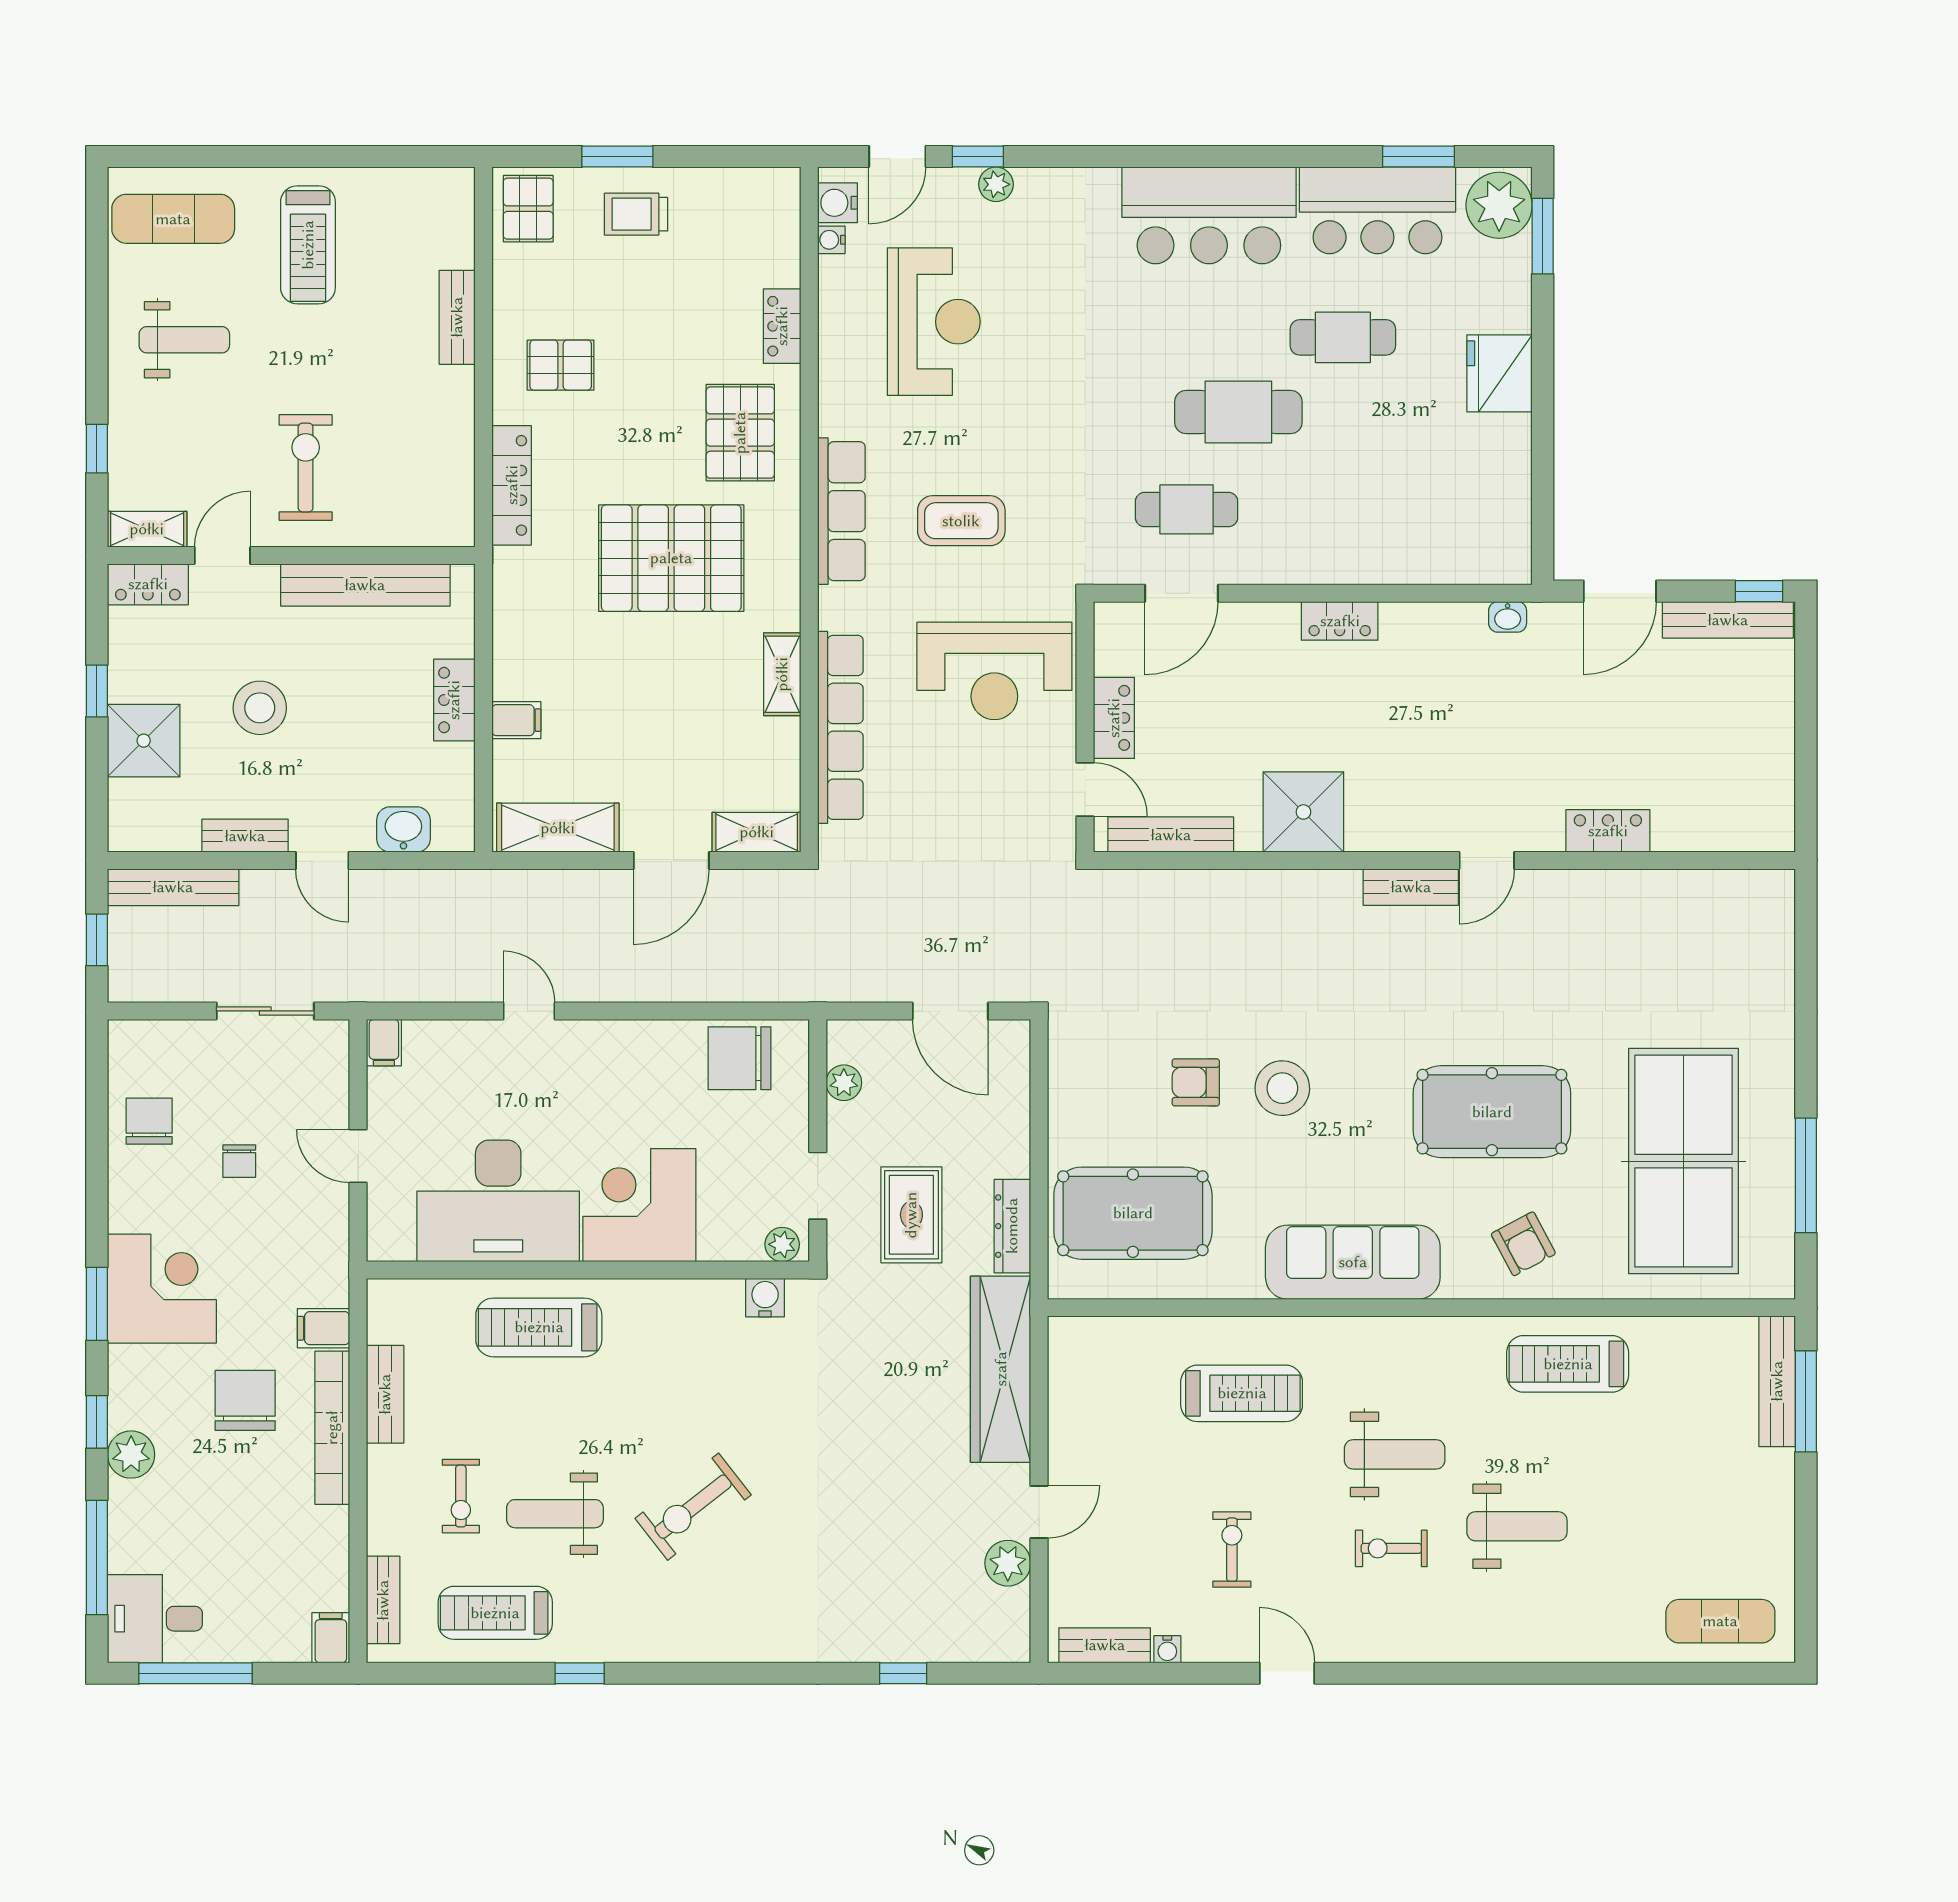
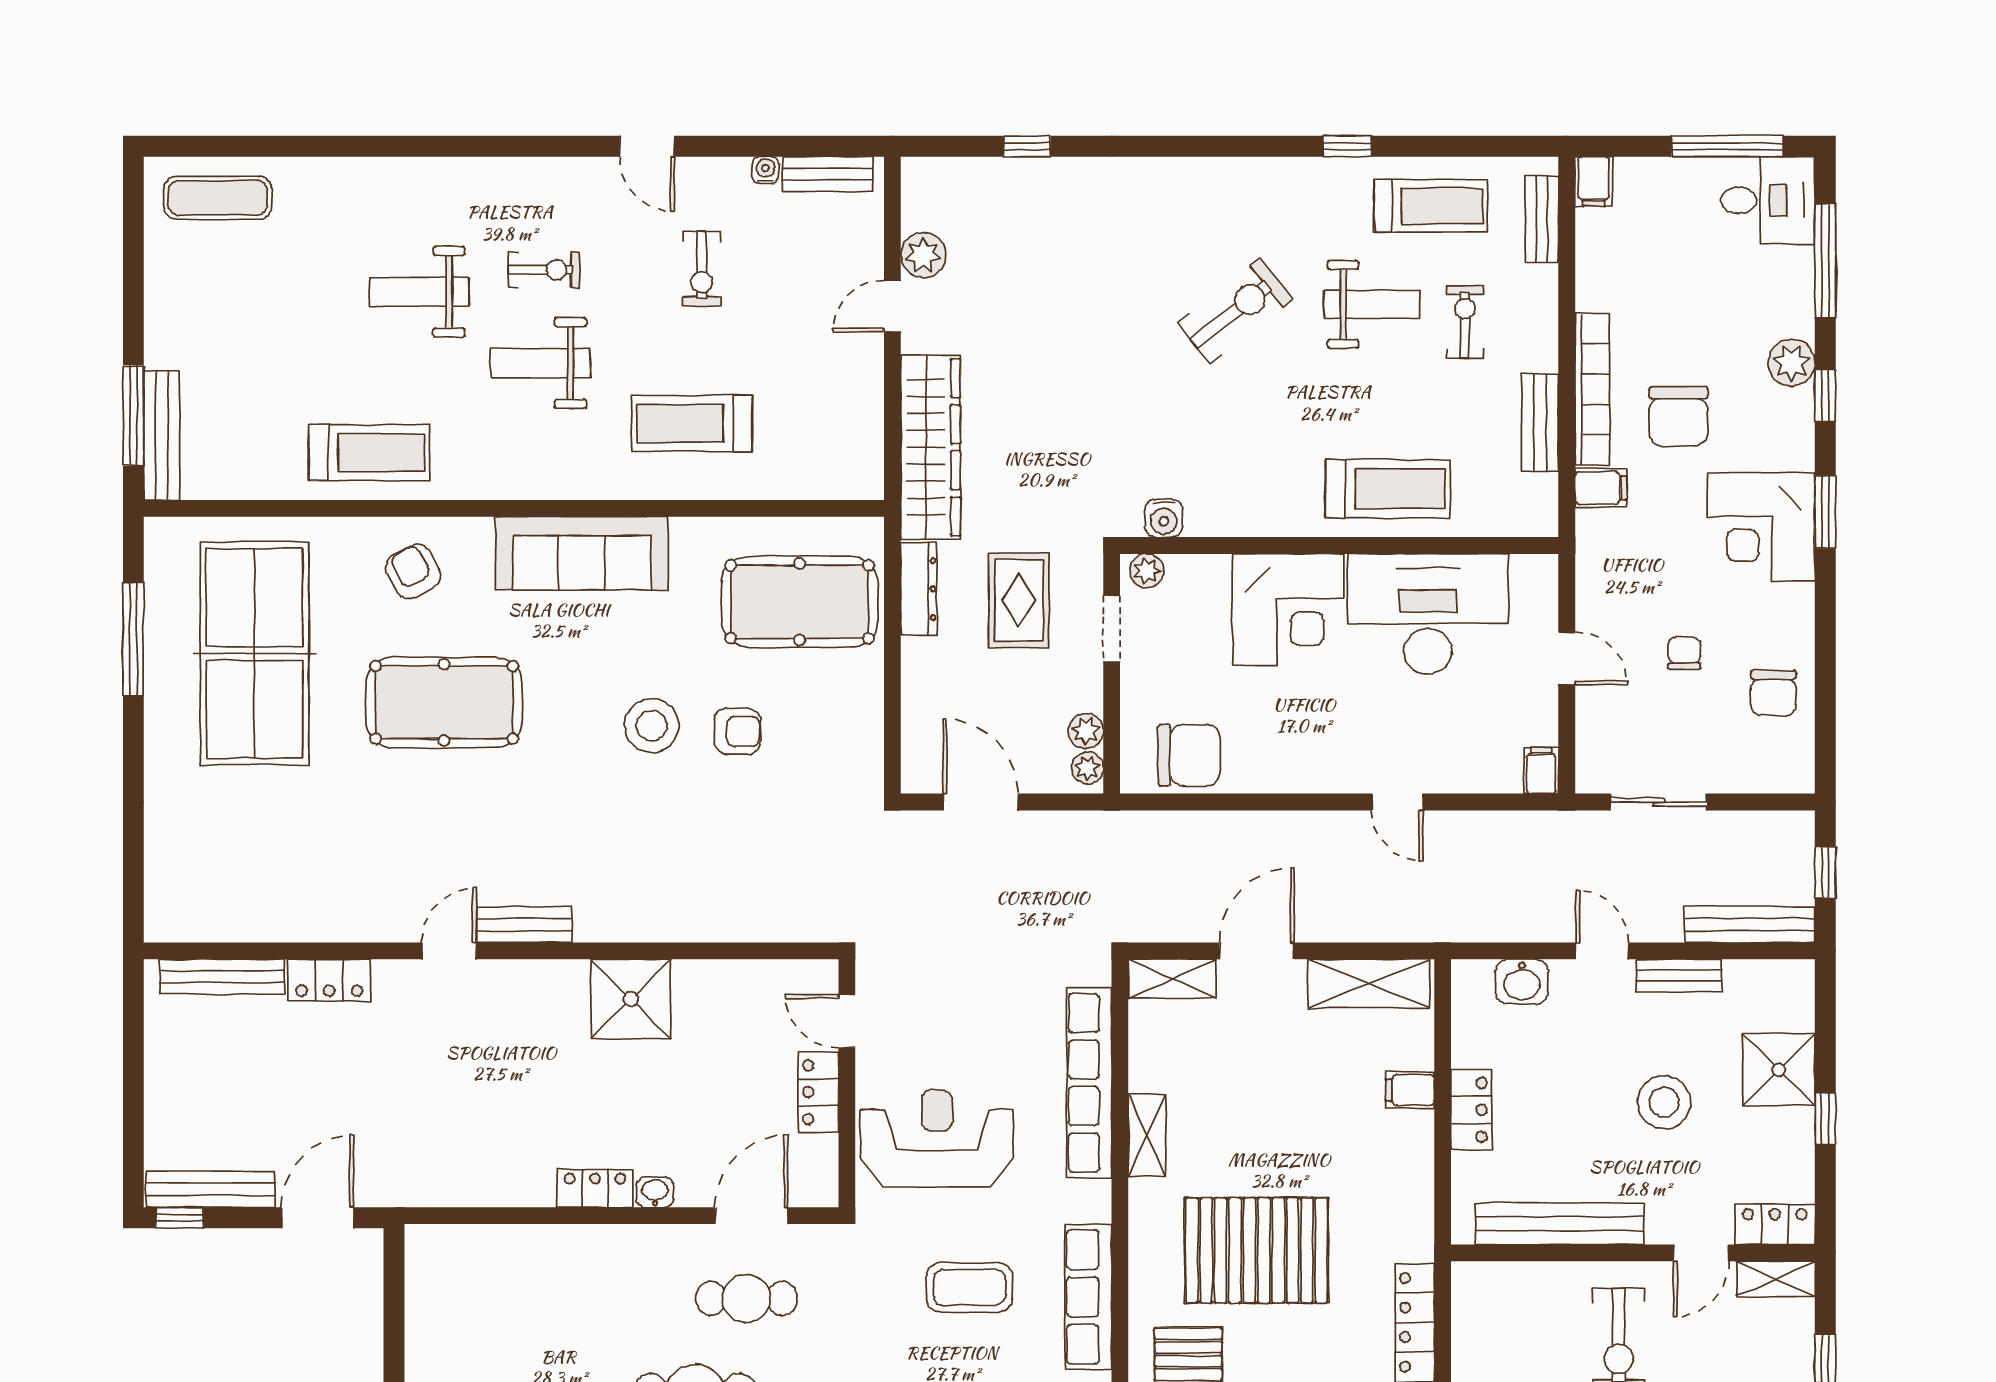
washbasin: (1508, 617) -> (655, 1192), moved
bench: (1171, 835) -> (222, 977), moved
plant: (842, 1045) -> (1087, 768), added

